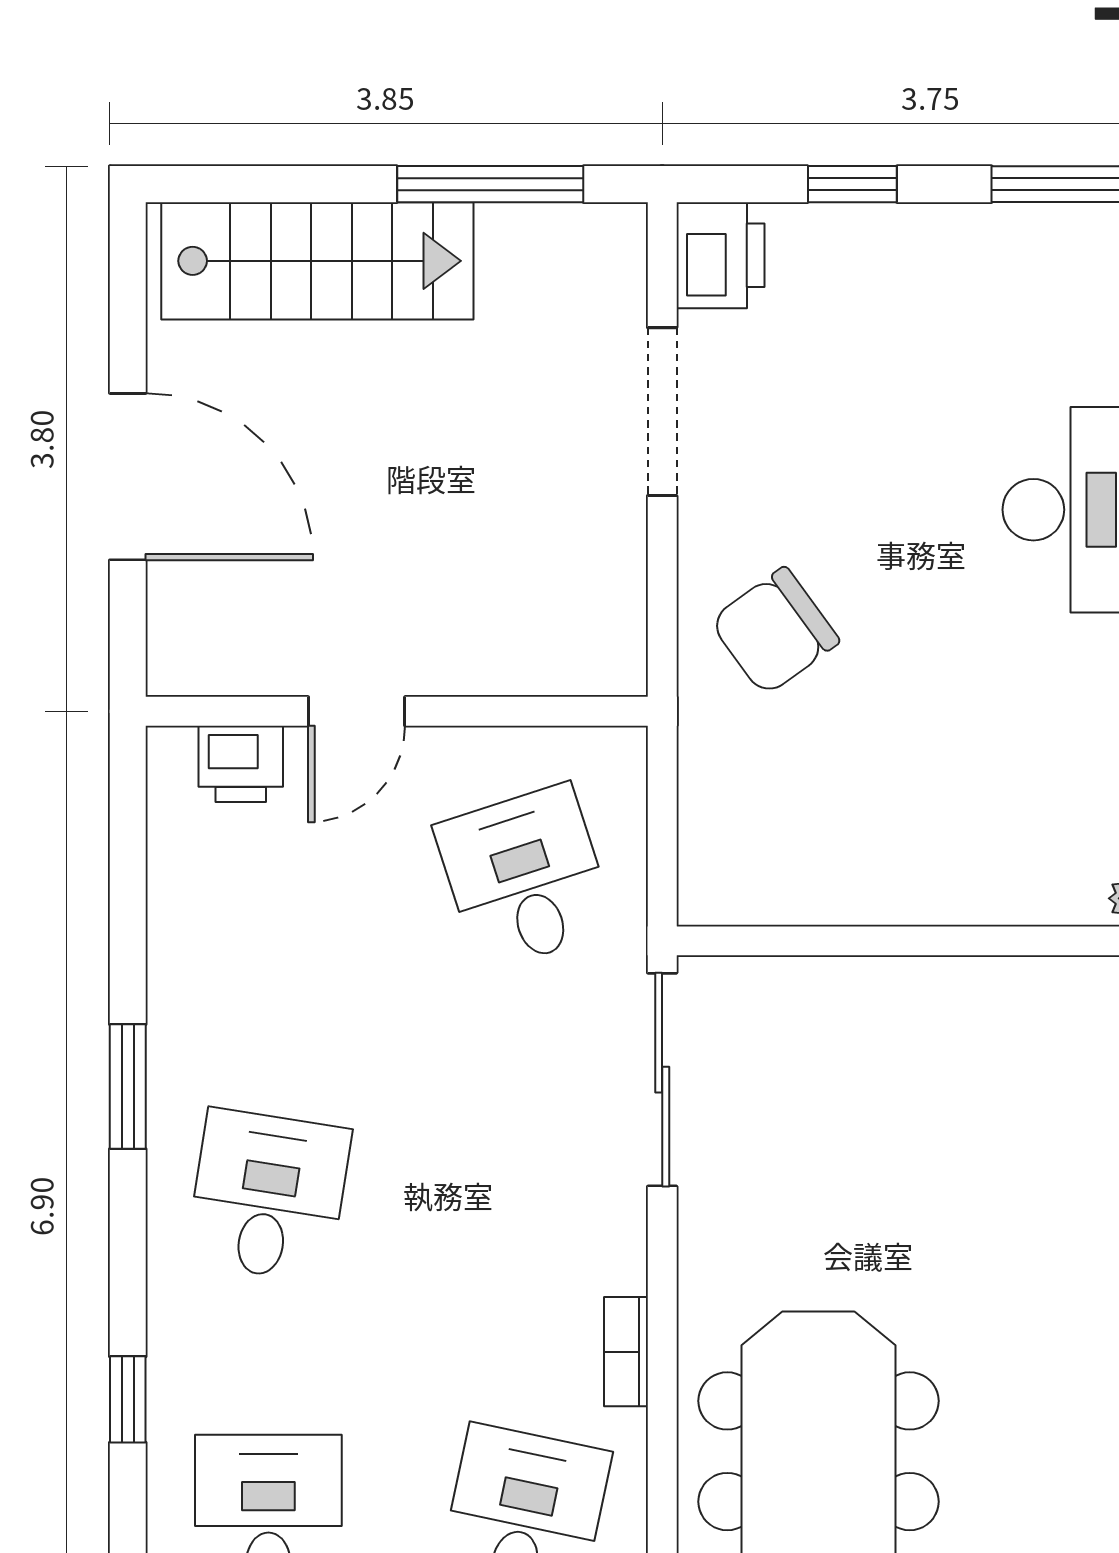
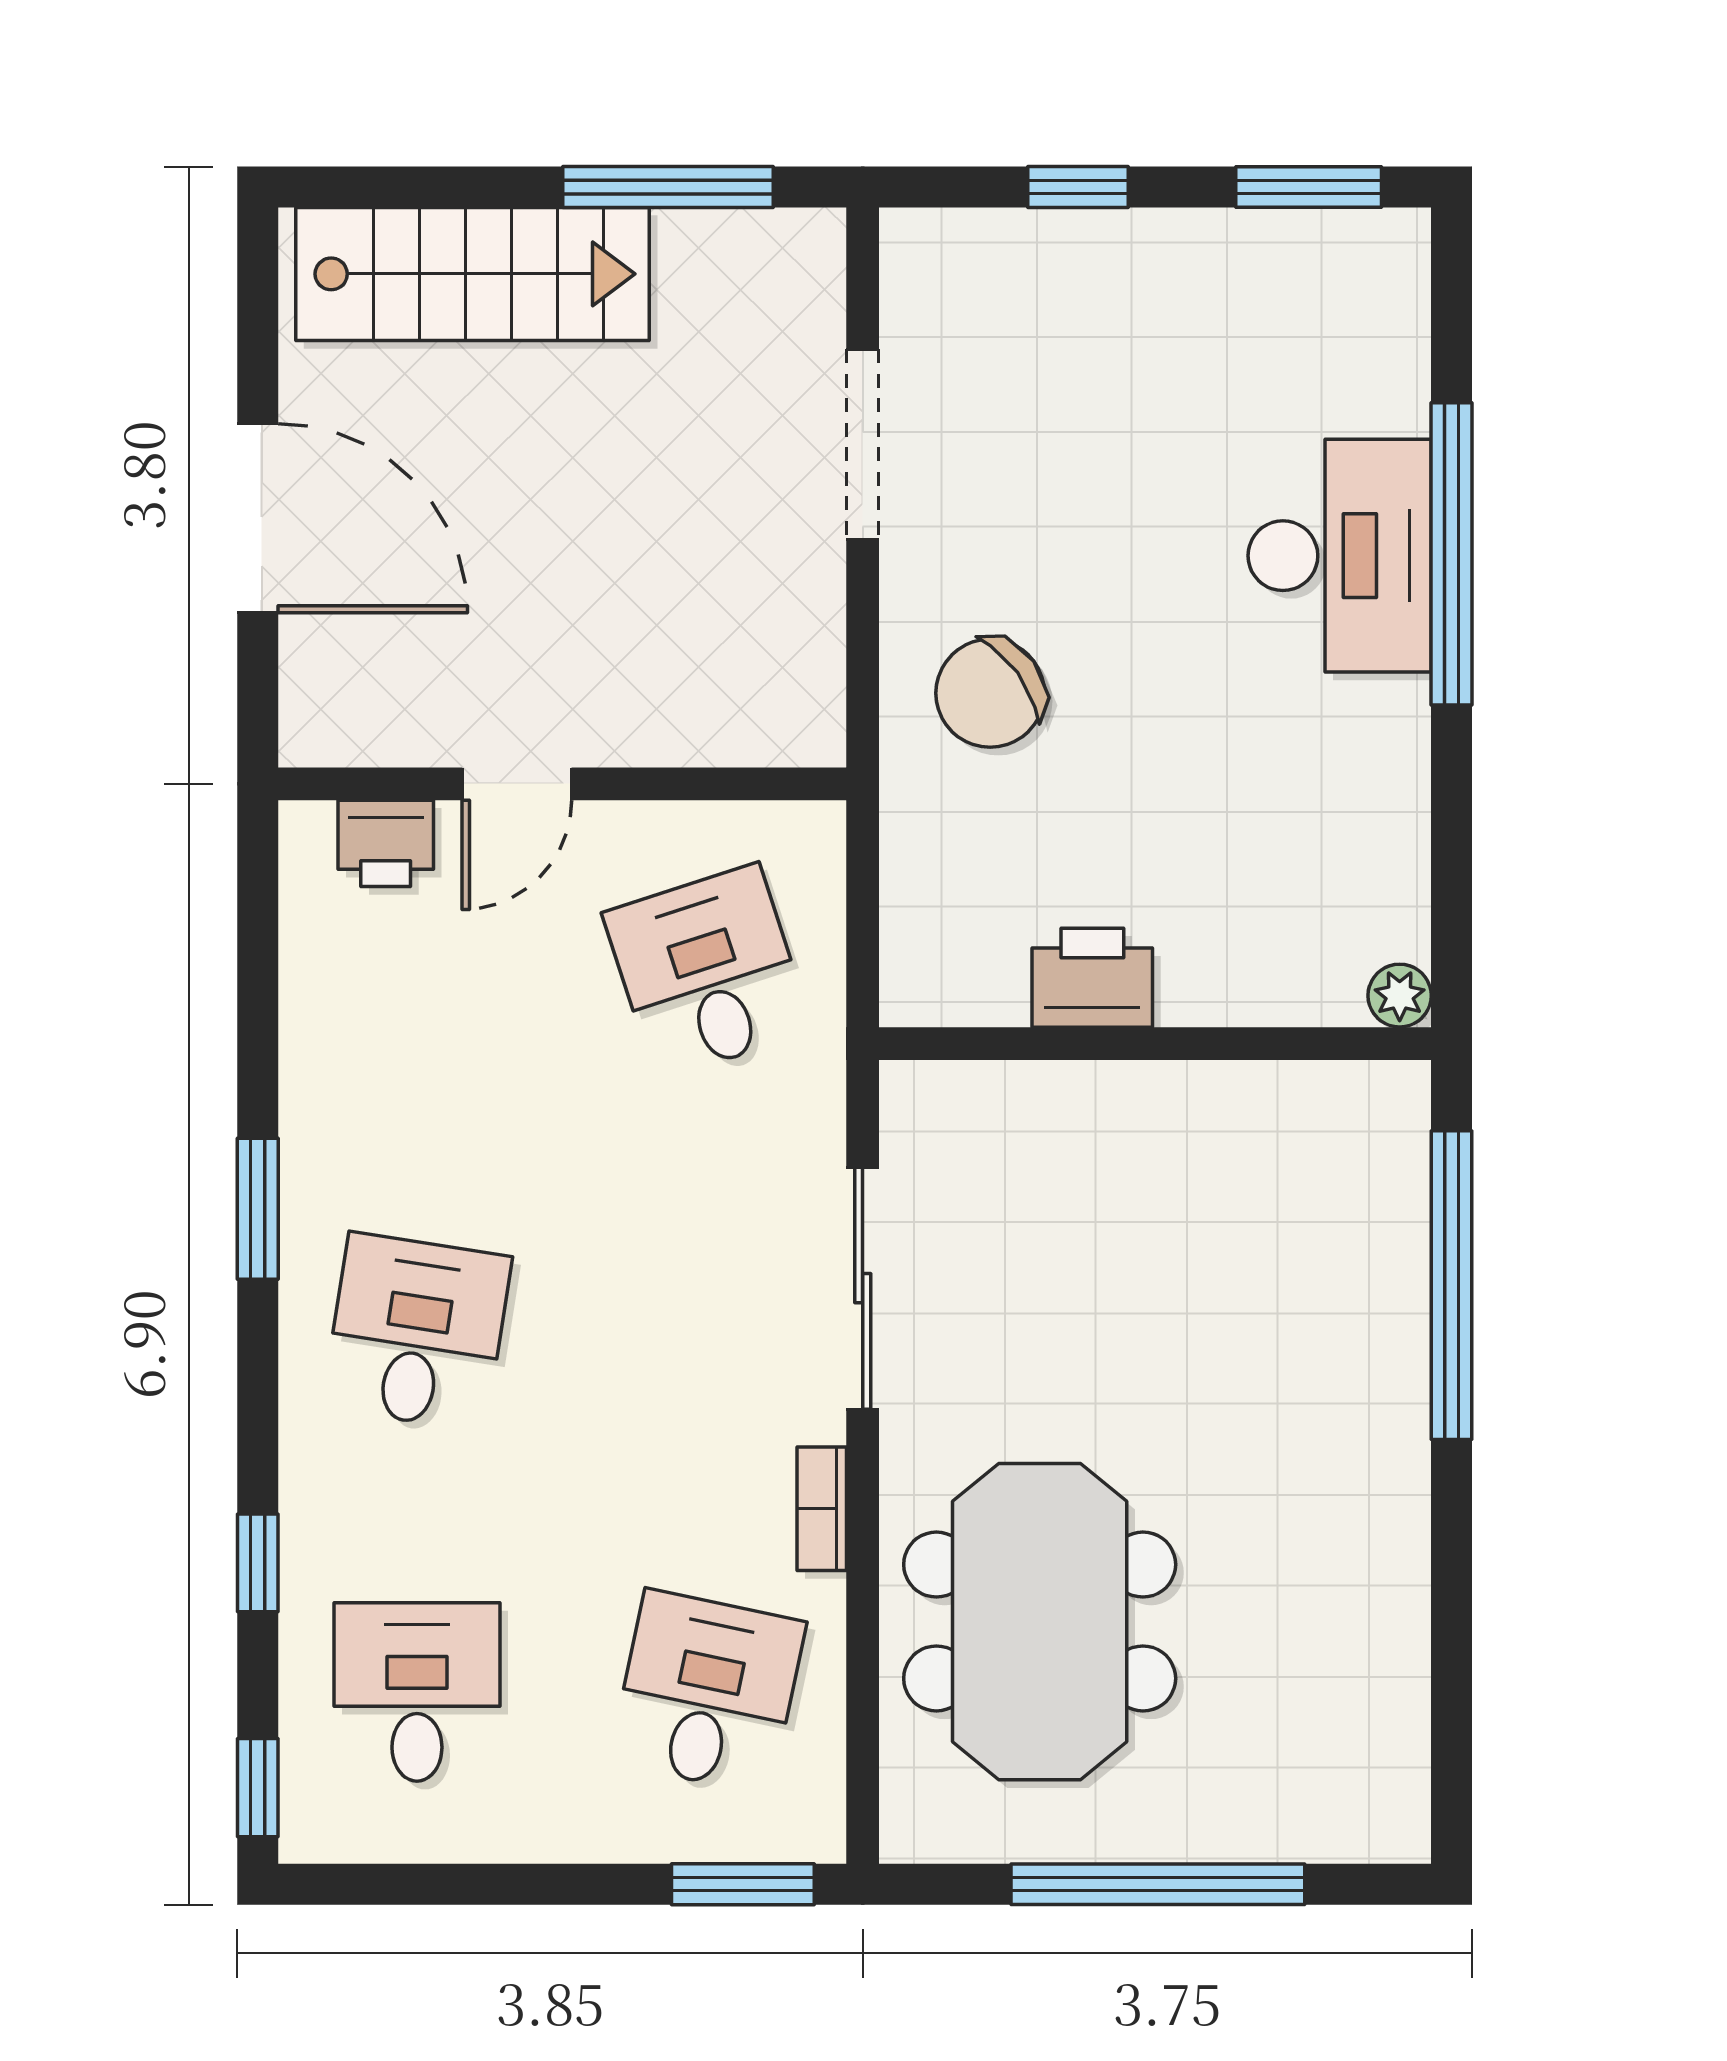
printer: (720, 255) -> (1092, 978), moved, turned -90
sliding door: (662, 1080) -> (863, 1288), moved

